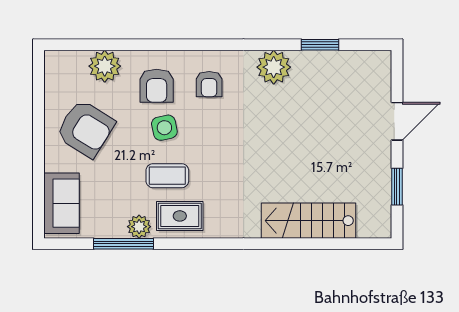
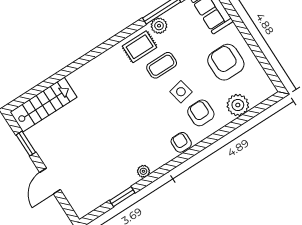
plant: (274, 67) -> (143, 171), width x0.53, depth x0.53
armchair: (209, 84) -> (181, 142), moved
armchair: (85, 129) -> (226, 62), turned 58
stairs: (308, 221) -> (43, 105), moved

